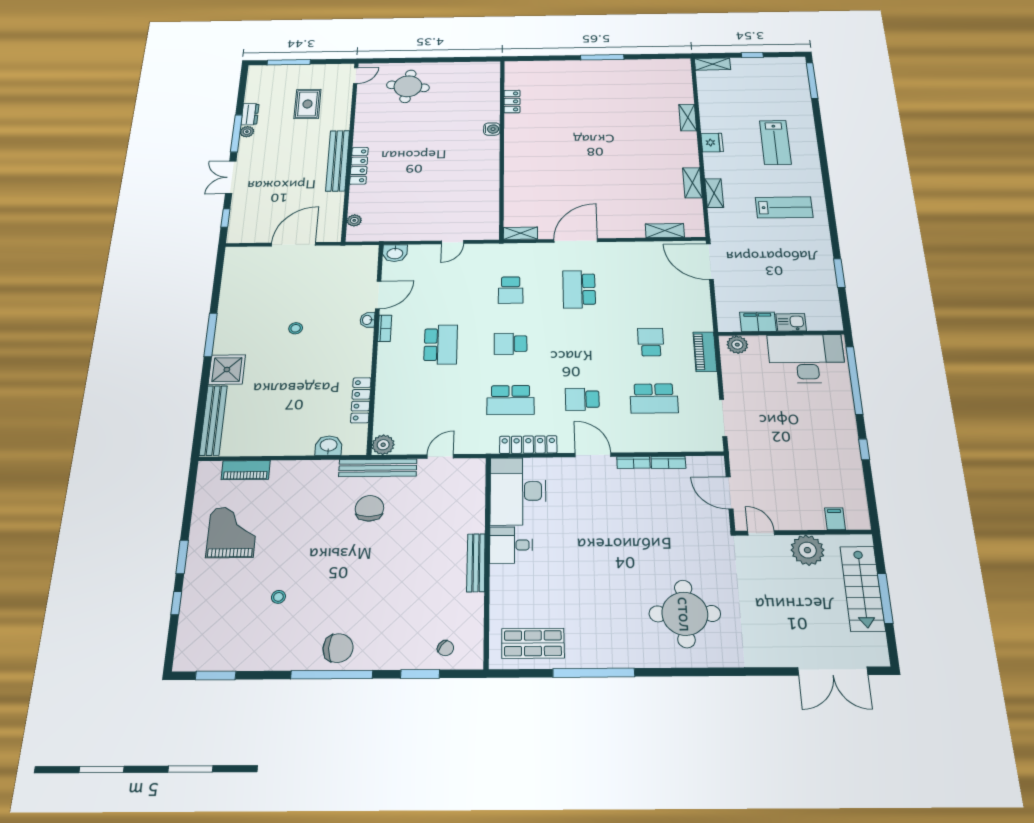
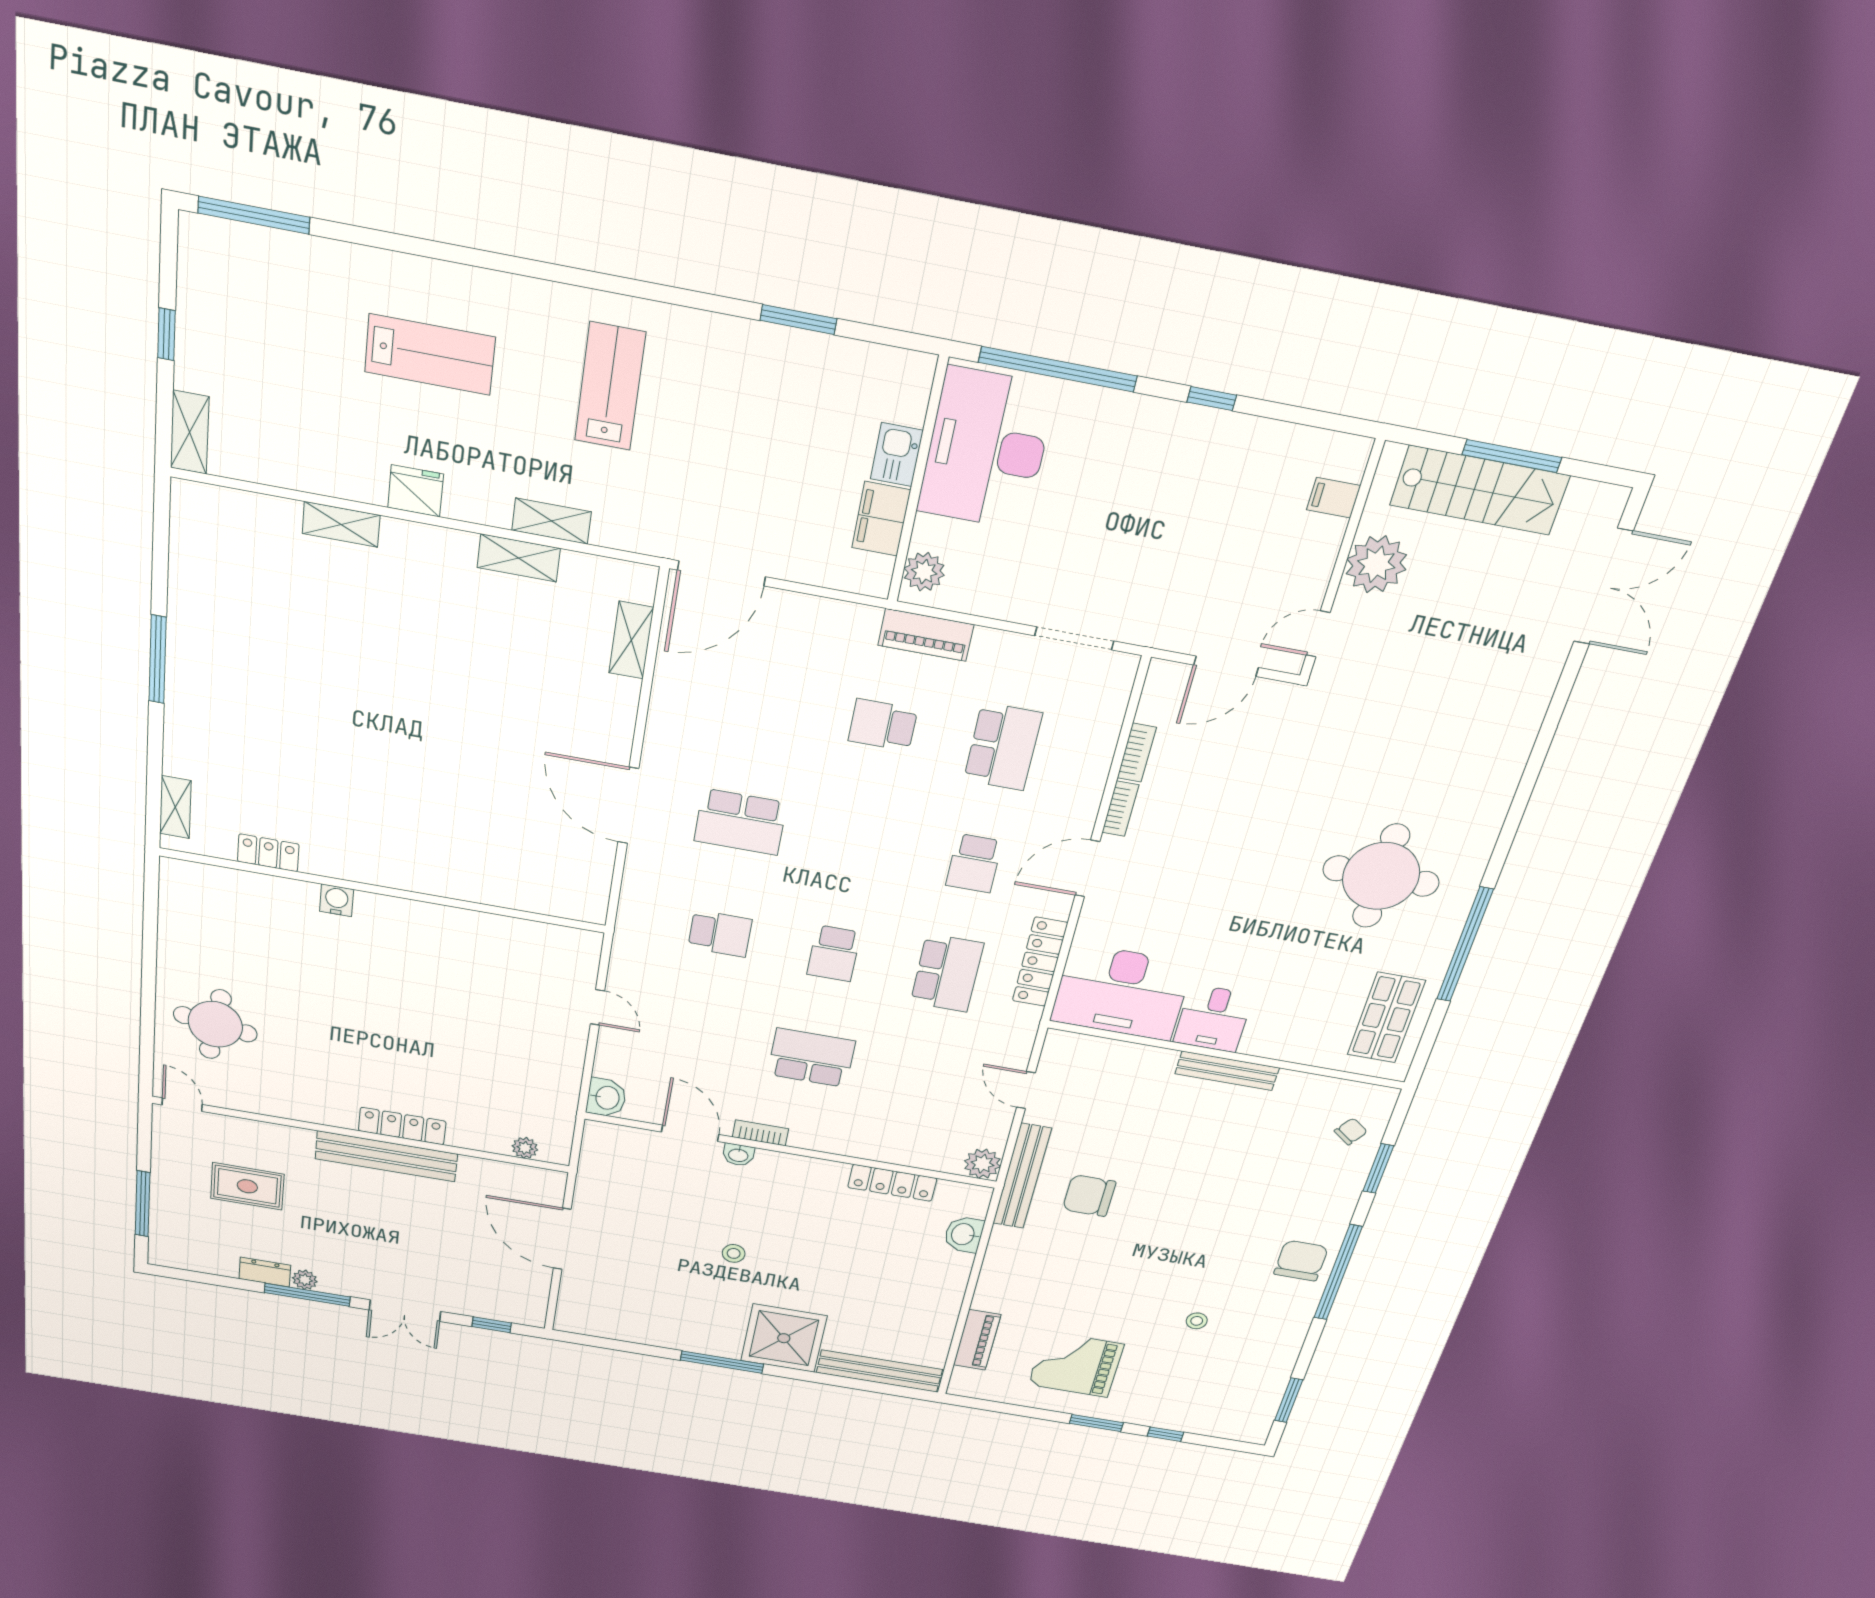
shelving: (520, 233) -> (175, 807), moved
shower: (227, 370) -> (784, 1338), width x1.37, depth x1.37
round table: (685, 614) -> (1381, 876), moved

